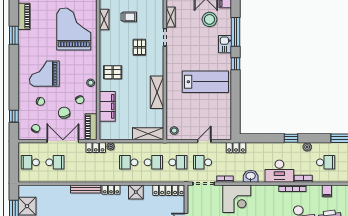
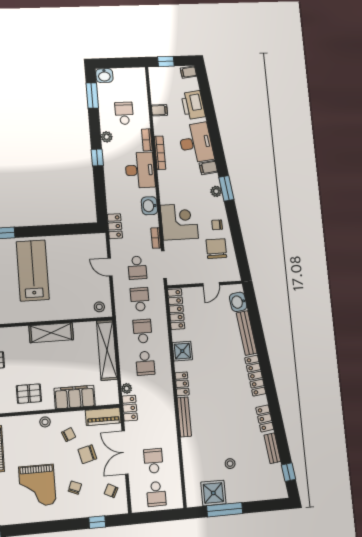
pallet: (113, 72) -> (29, 394), turned 90
shelving: (148, 134) -> (107, 350), width x1.47

